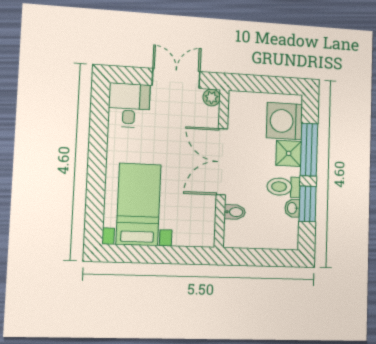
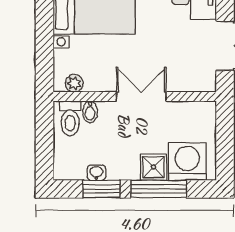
plant: (212, 97) -> (74, 83), moved
double door: (222, 162) -> (141, 97), width x0.73
toilet: (284, 187) -> (70, 118), moved, turned 180

